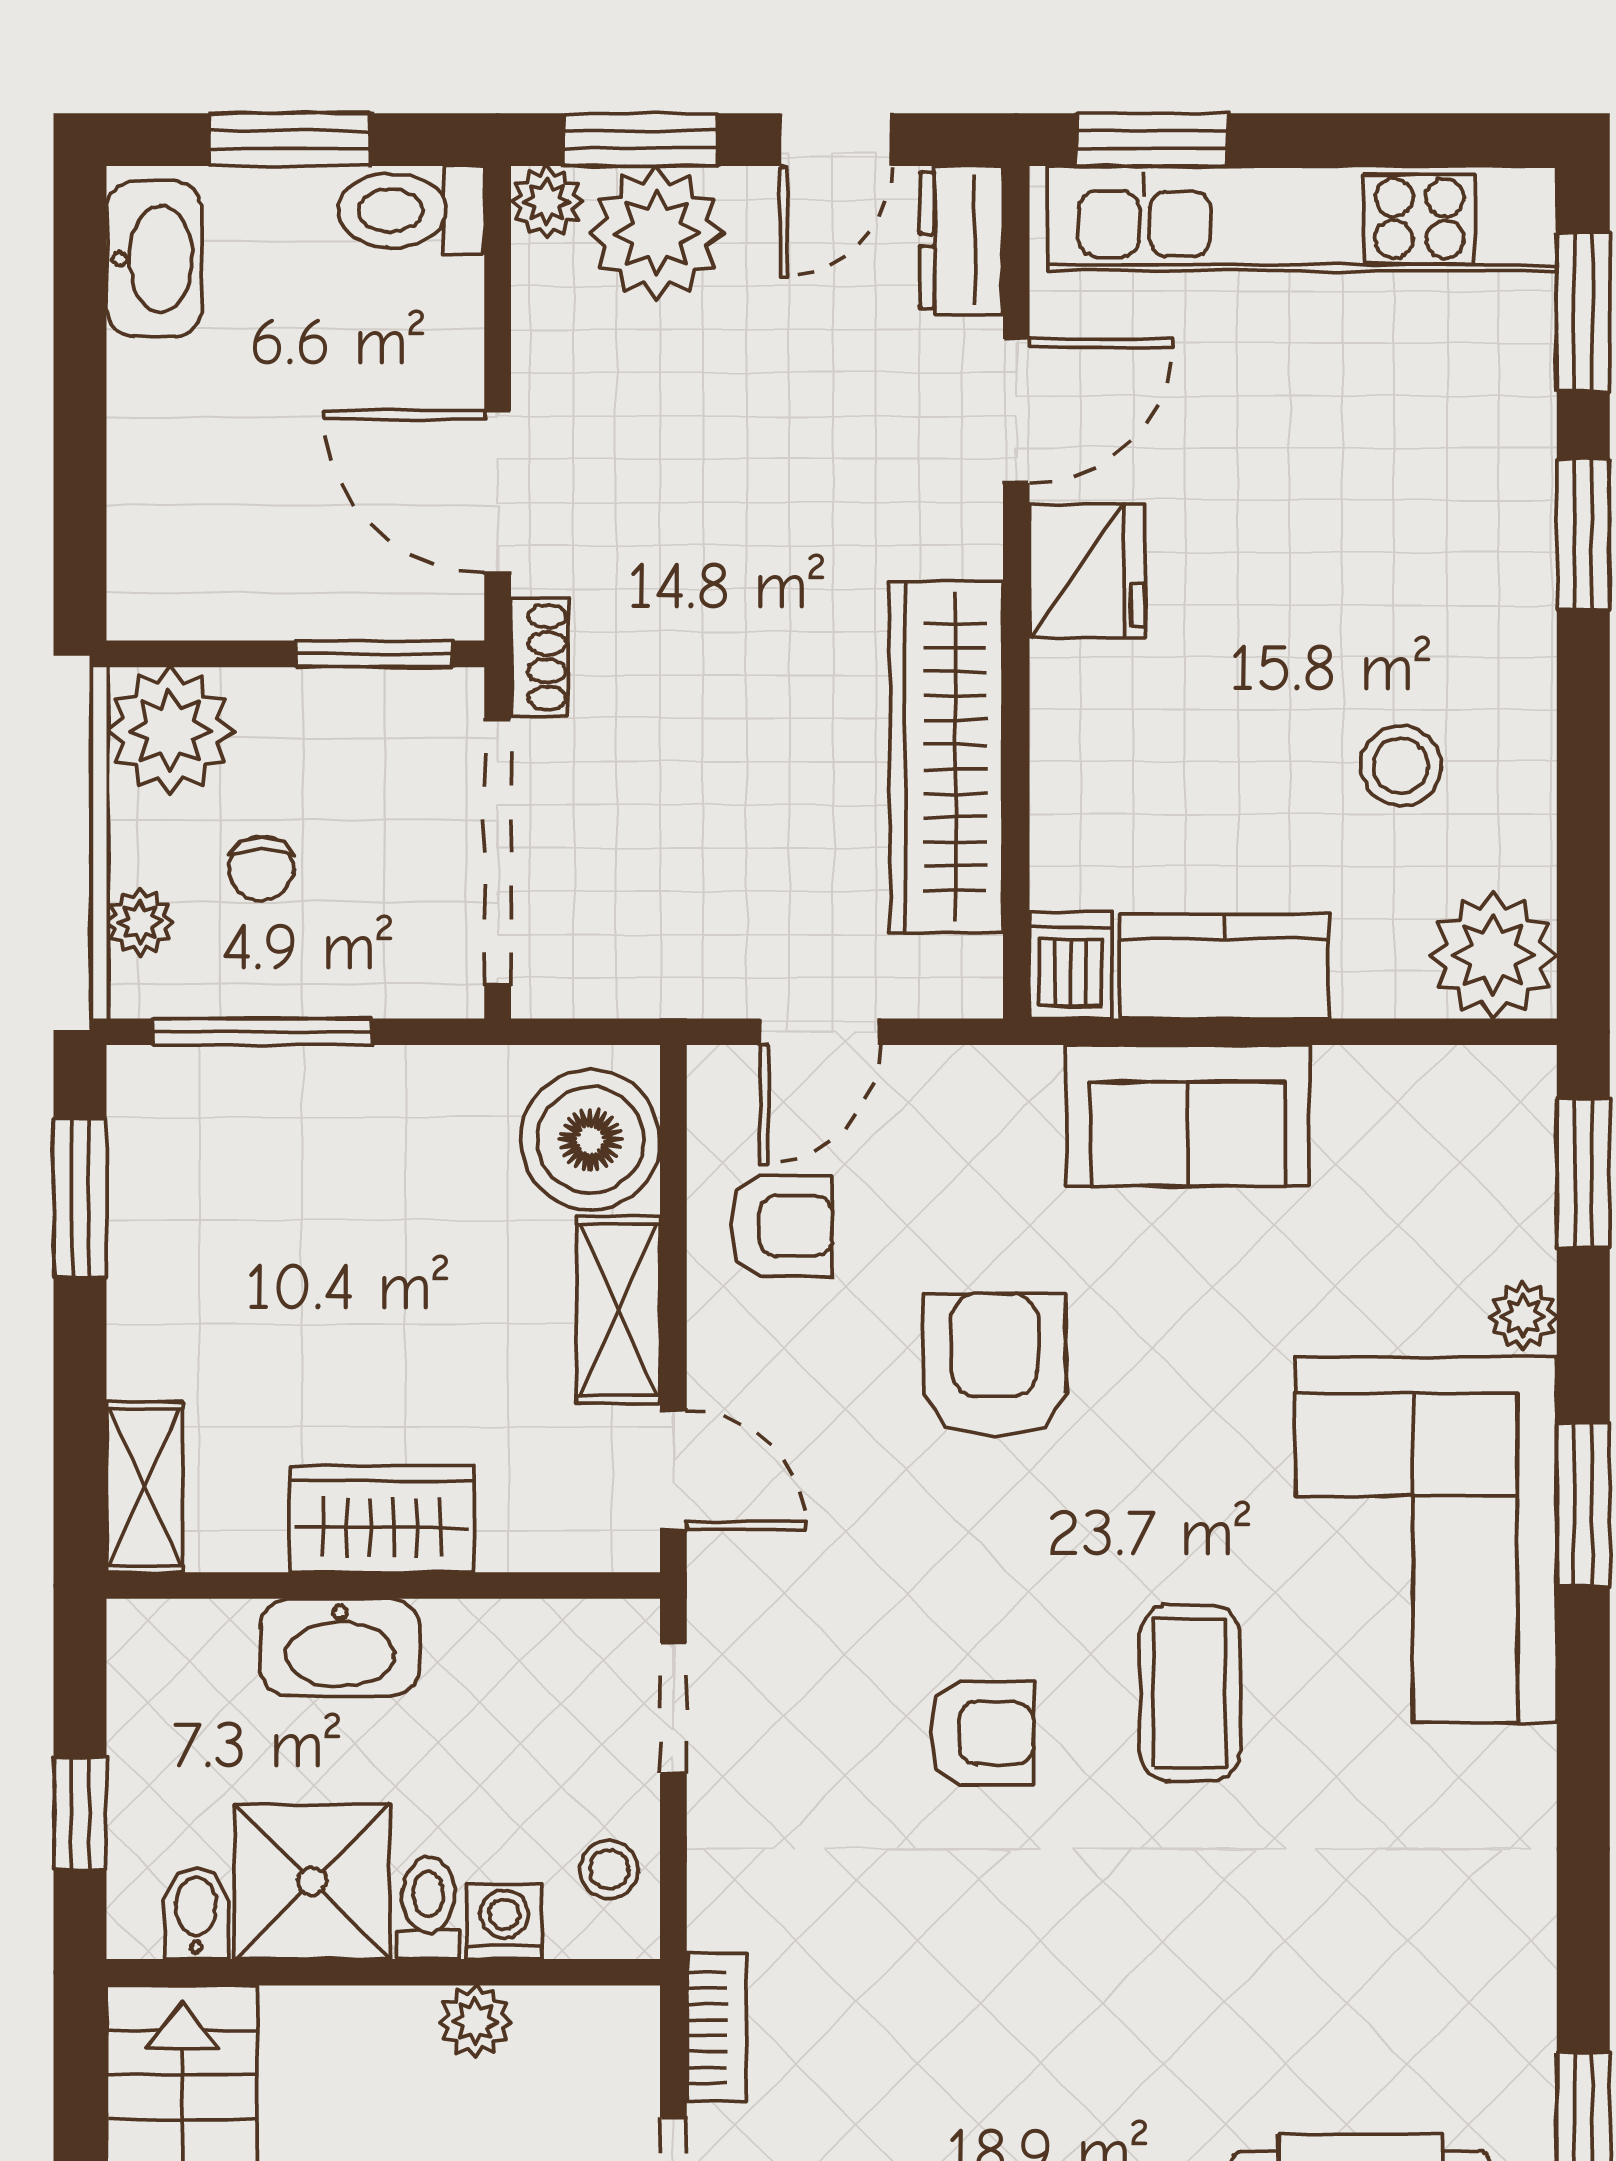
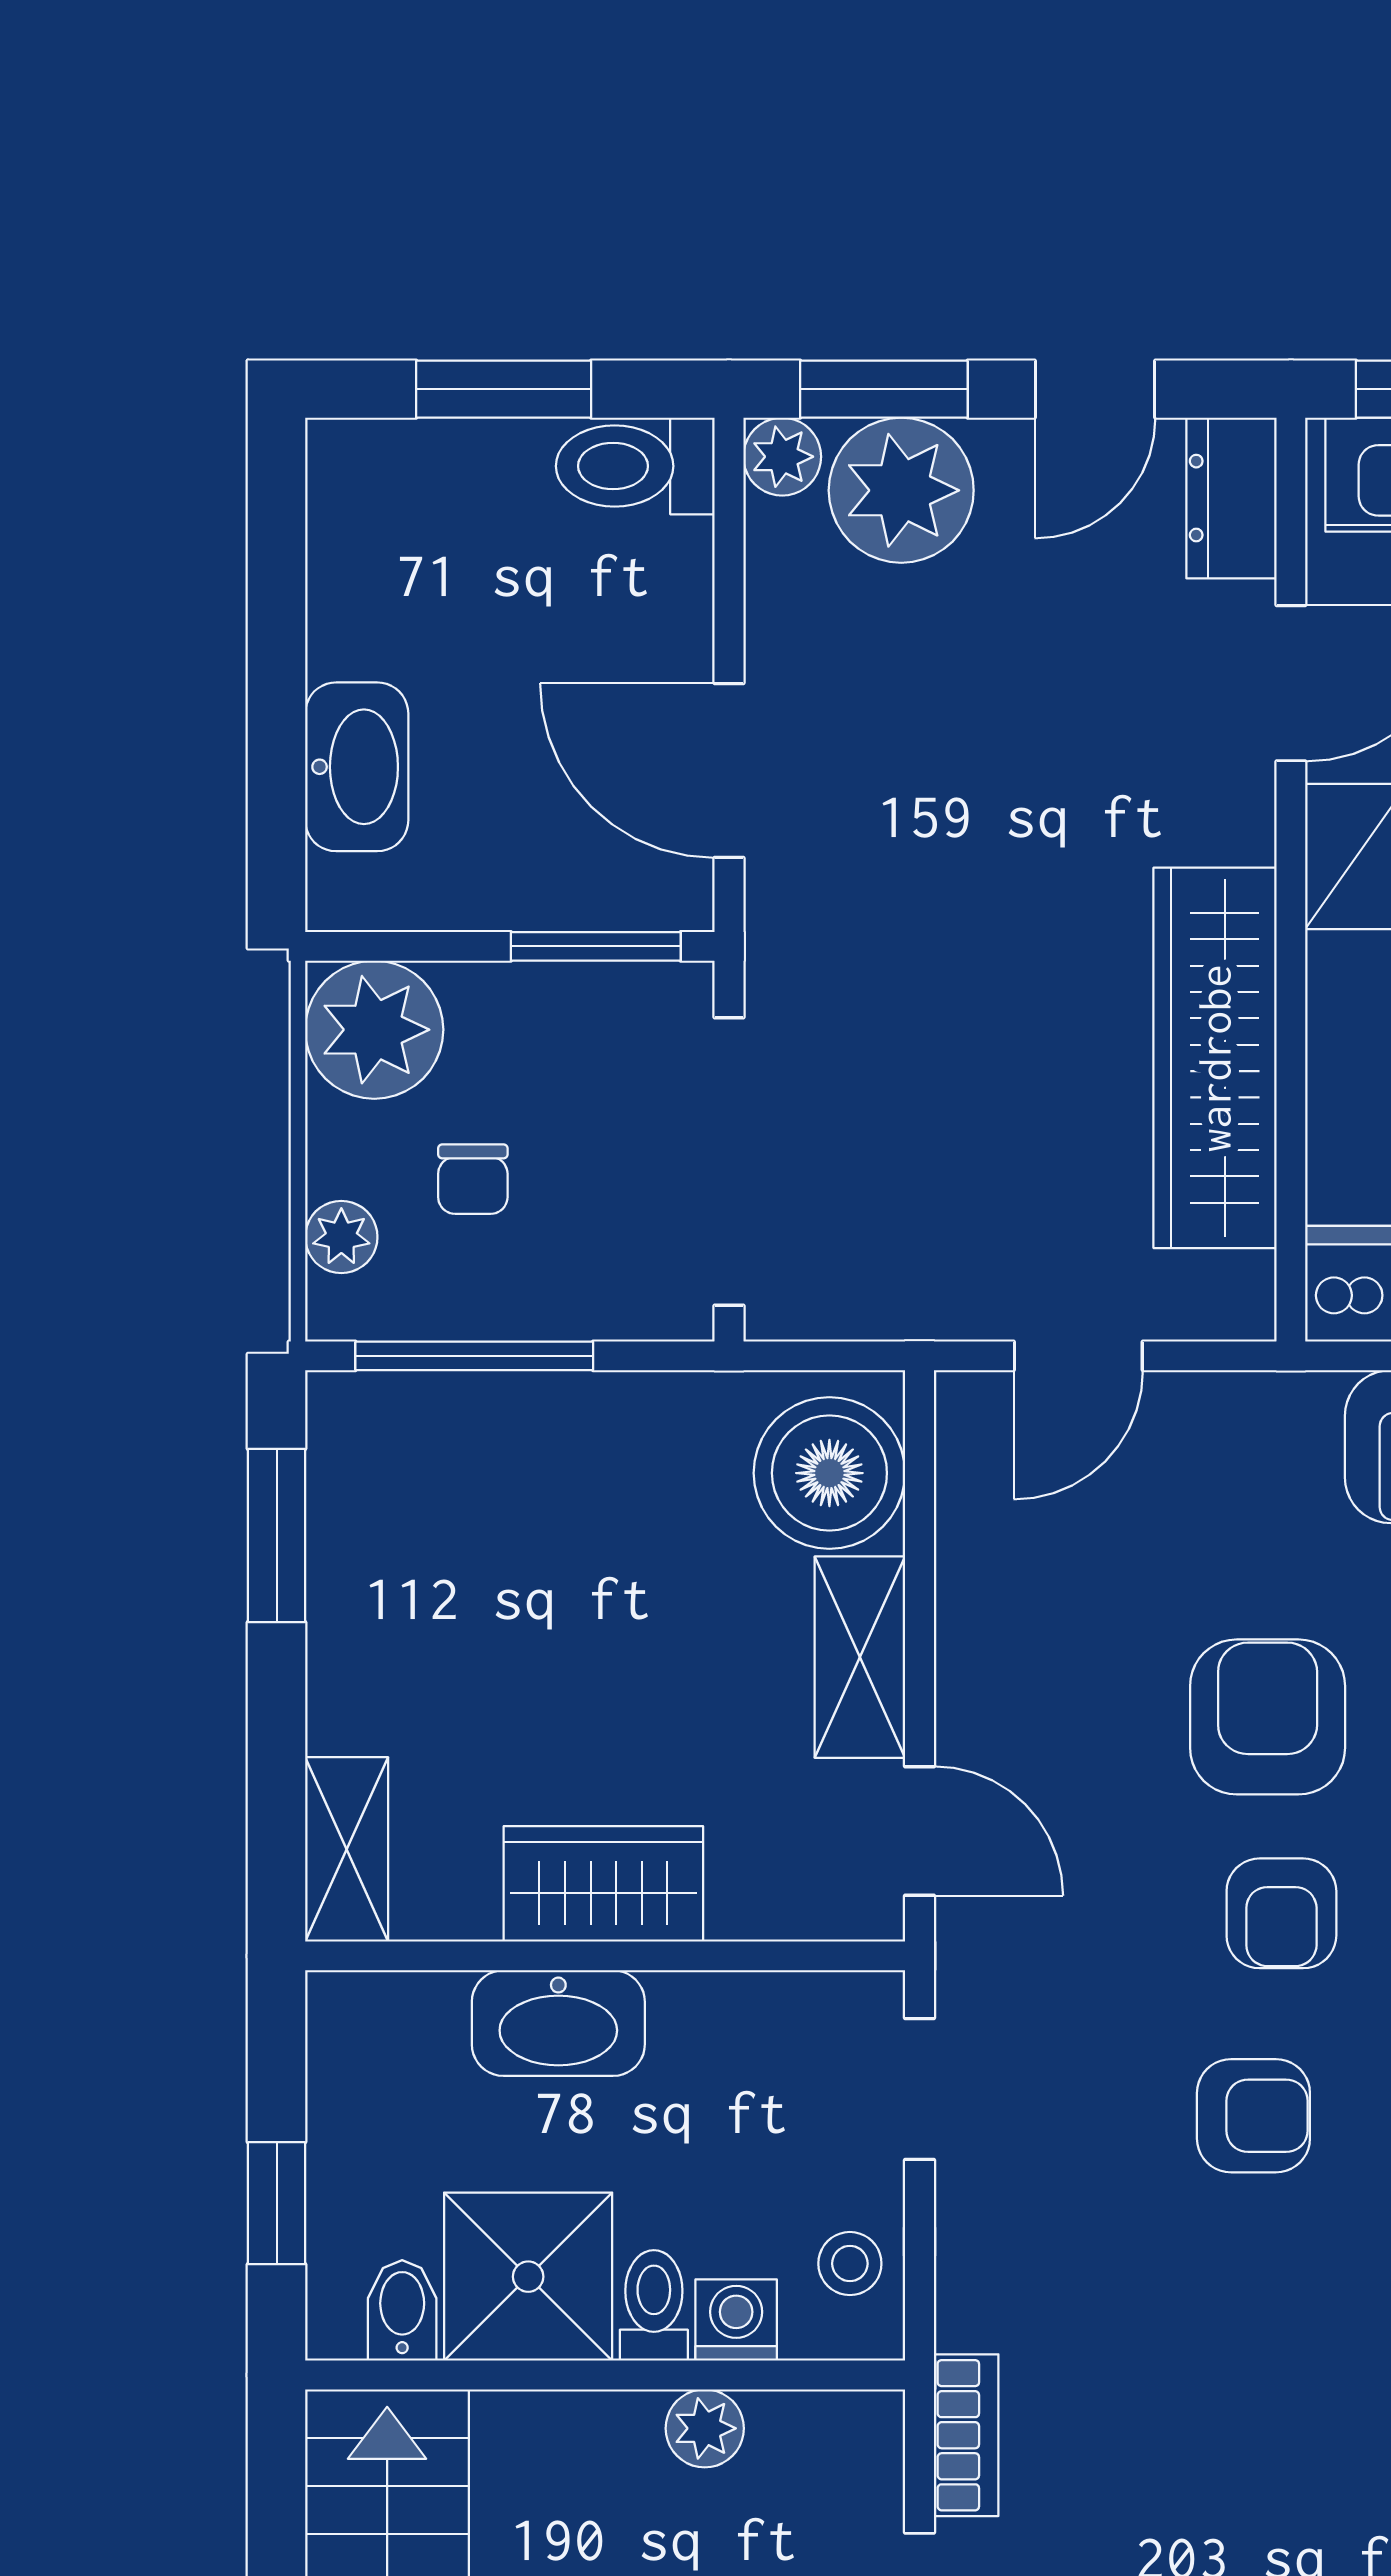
washbasin: (154, 259) -> (357, 767), moved
shoe rack: (540, 657) -> (775, 950), removed
armchair: (782, 1226) -> (1281, 1913), moved, turned 90

